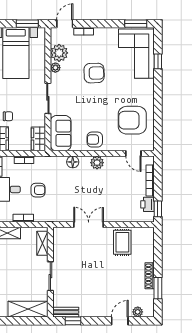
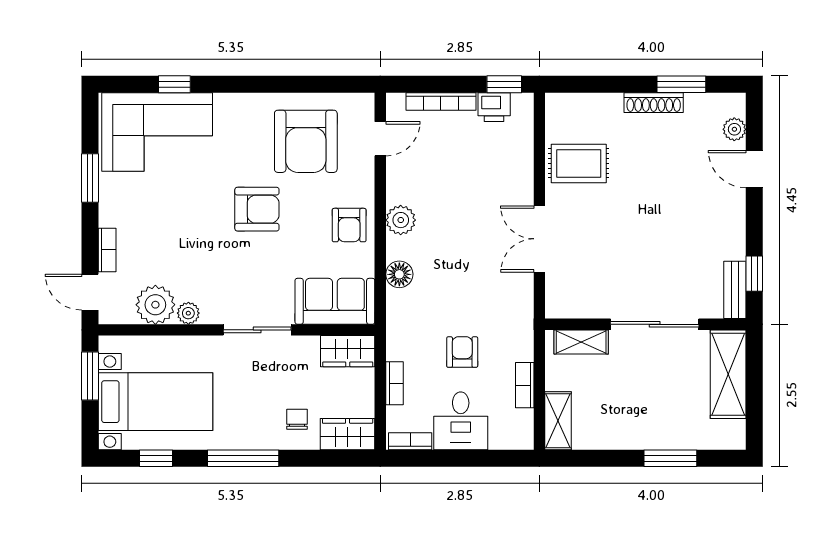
window: (136, 24) -> (90, 178), moved
armchair: (94, 73) -> (257, 209), moved, turned 92
sliding door: (50, 276) -> (655, 324), width x1.37

